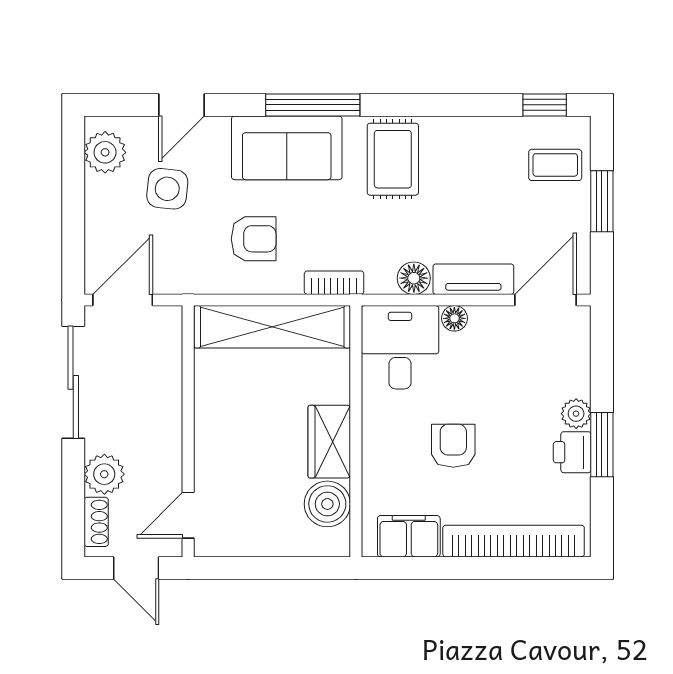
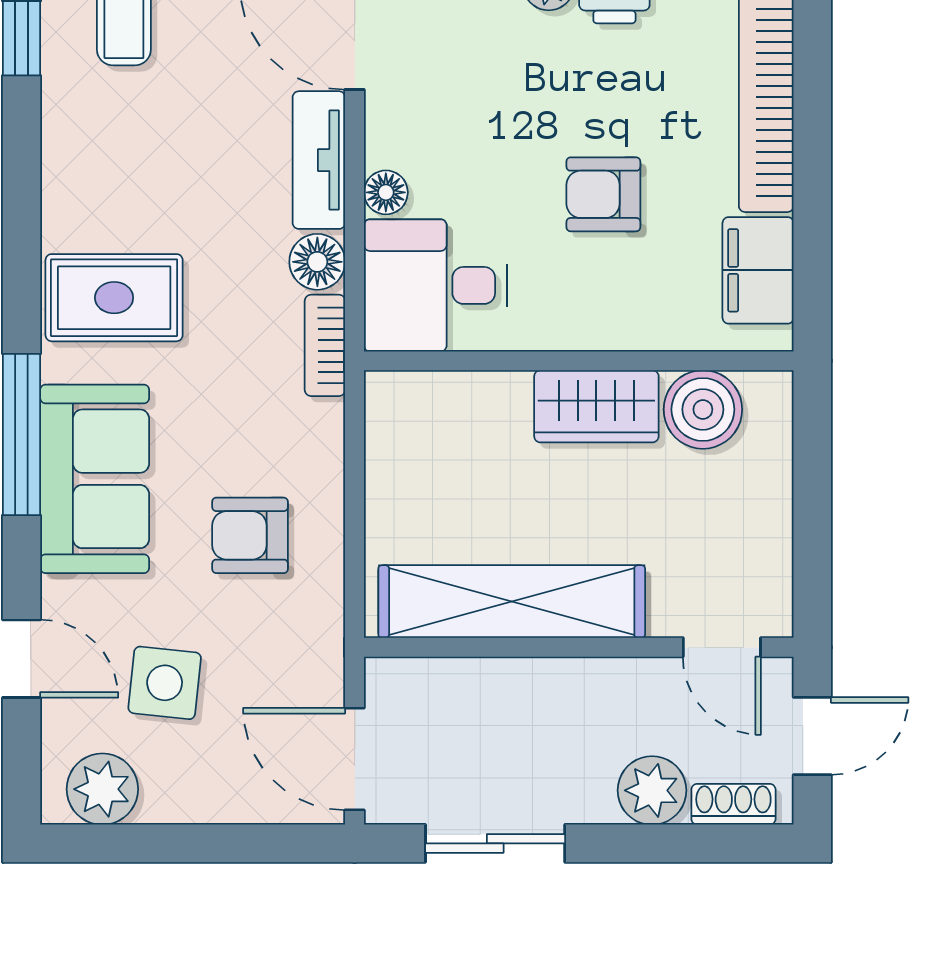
armchair: (254, 239) -> (250, 535), turned -90
bookcase: (334, 283) -> (325, 345), moved
shelving: (272, 327) -> (512, 602), moved, turned 90
sliding door: (73, 382) -> (495, 843), width x0.73

